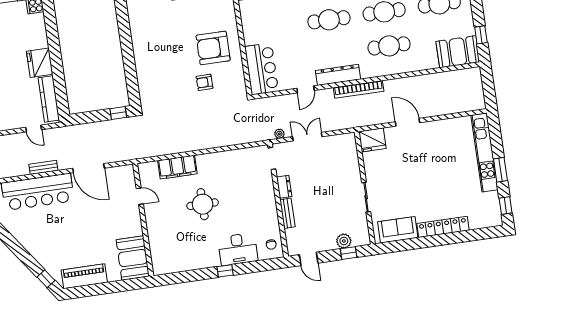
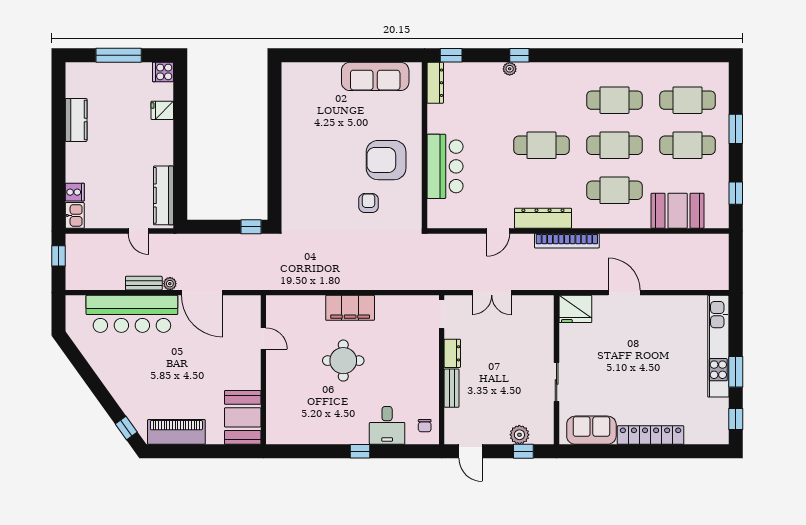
booth: (458, 52) -> (678, 211), moved
fridge: (40, 63) -> (162, 110), moved, width x0.53, depth x0.75
bar counter: (262, 69) -> (445, 166), moved
armchair: (204, 82) -> (368, 203), turned 91
plant: (279, 134) -> (170, 284), moved
double door: (307, 137) -> (492, 293), swing flipped
filing cabinet: (177, 167) -> (350, 308), moved
desk: (238, 249) -> (387, 425), width x0.73

